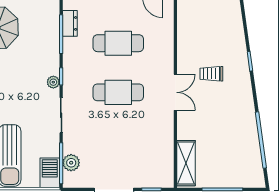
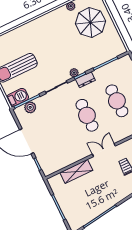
dresser: (70, 23) -> (85, 80), moved
double door: (175, 92) -> (104, 150), swing flipped
shelving: (186, 163) -> (76, 171), moved

